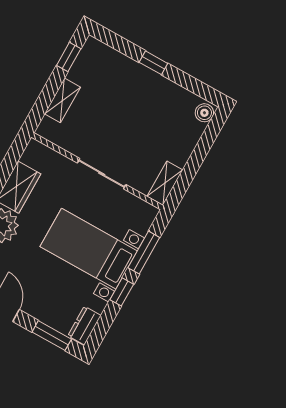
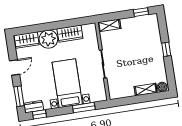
shelving: (62, 100) -> (109, 25), moved
shelving: (165, 183) -> (146, 89), moved
window: (122, 292) -> (39, 114), moved

